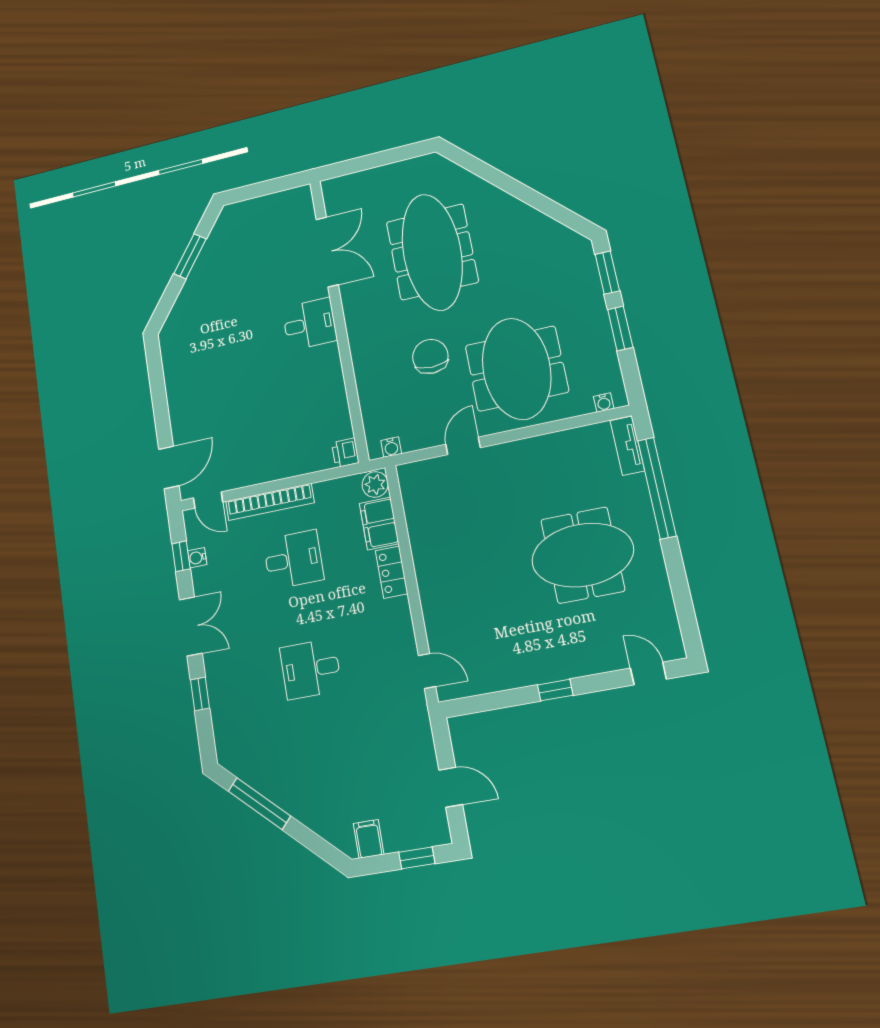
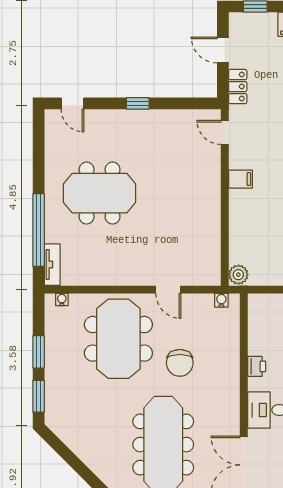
door: (463, 446) -> (168, 290), hinge flipped
printer: (345, 453) -> (257, 366), moved
filing cabinet: (379, 523) -> (240, 179), moved, width x0.50
locker: (392, 572) -> (238, 87), moved

